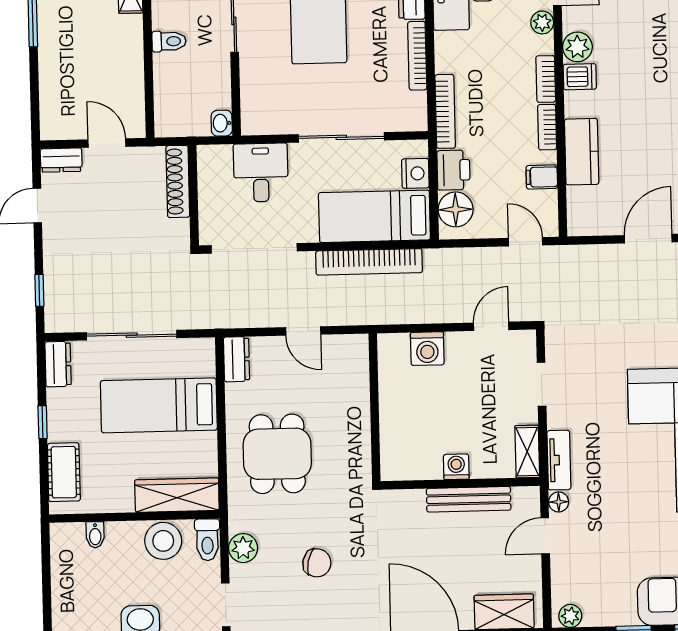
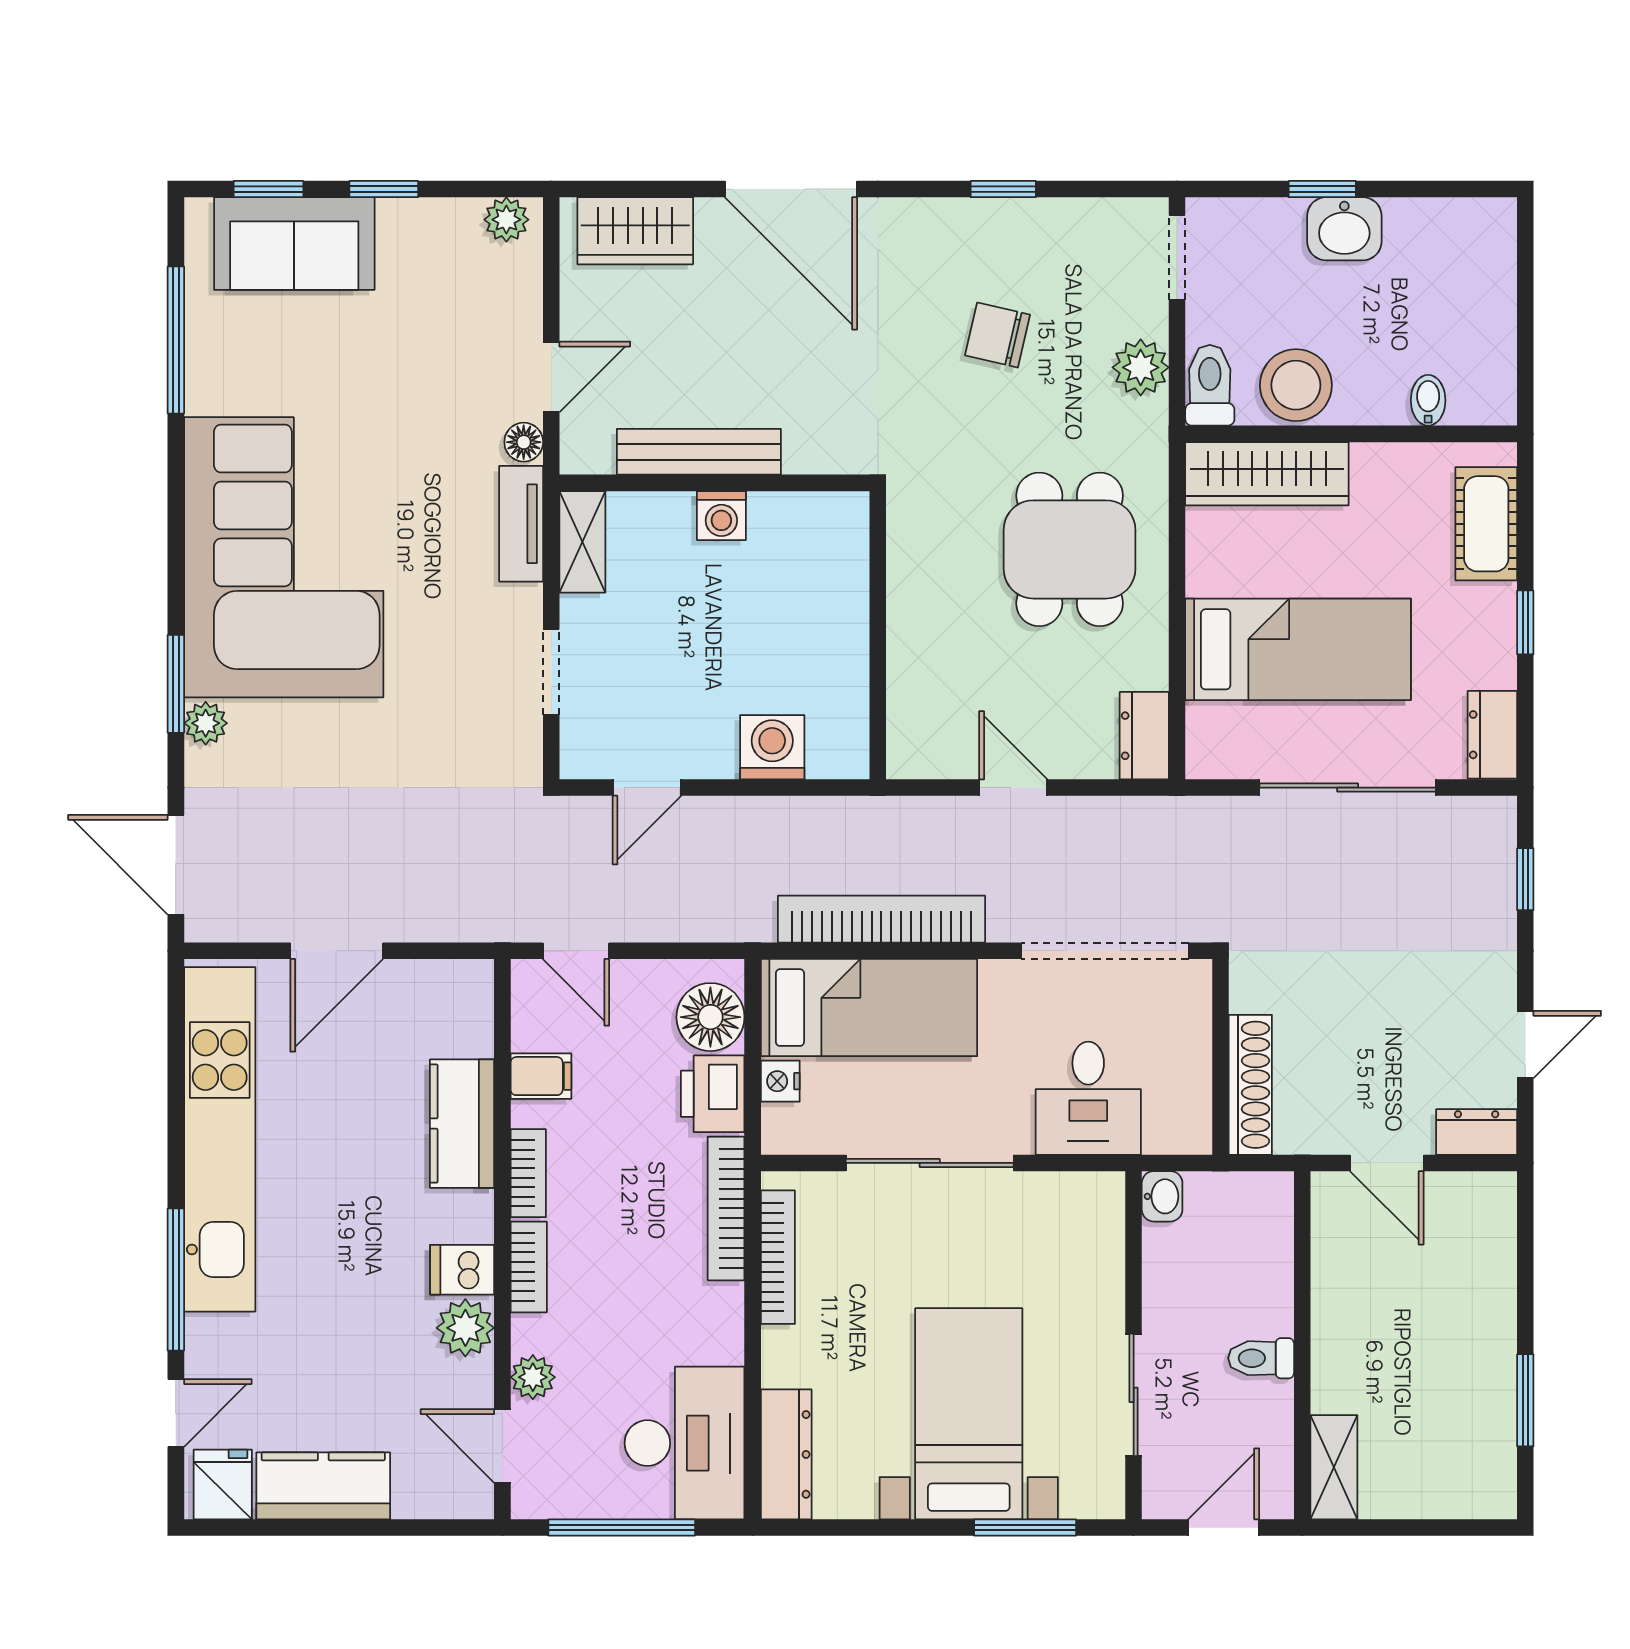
bookcase: (417, 56) -> (778, 1257), moved
nightstand: (415, 173) -> (780, 1081), width x0.72, depth x0.74

